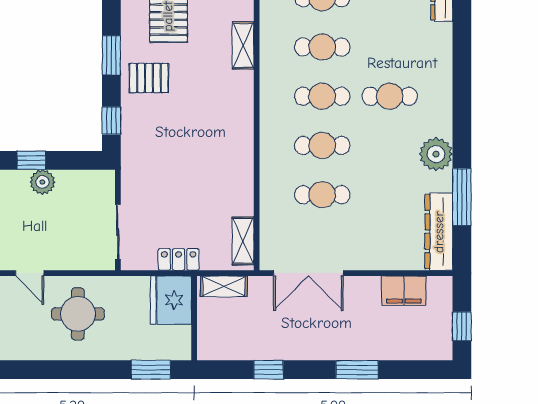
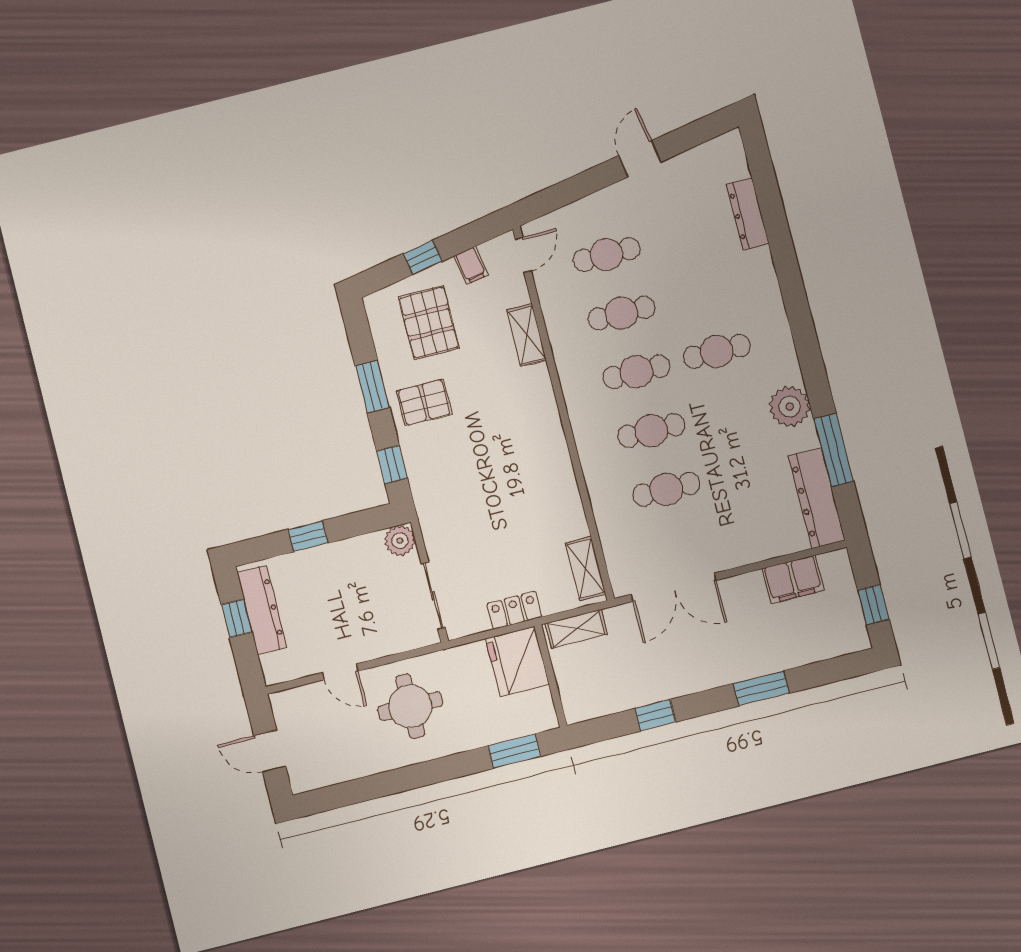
plant: (42, 182) -> (400, 541), moved

